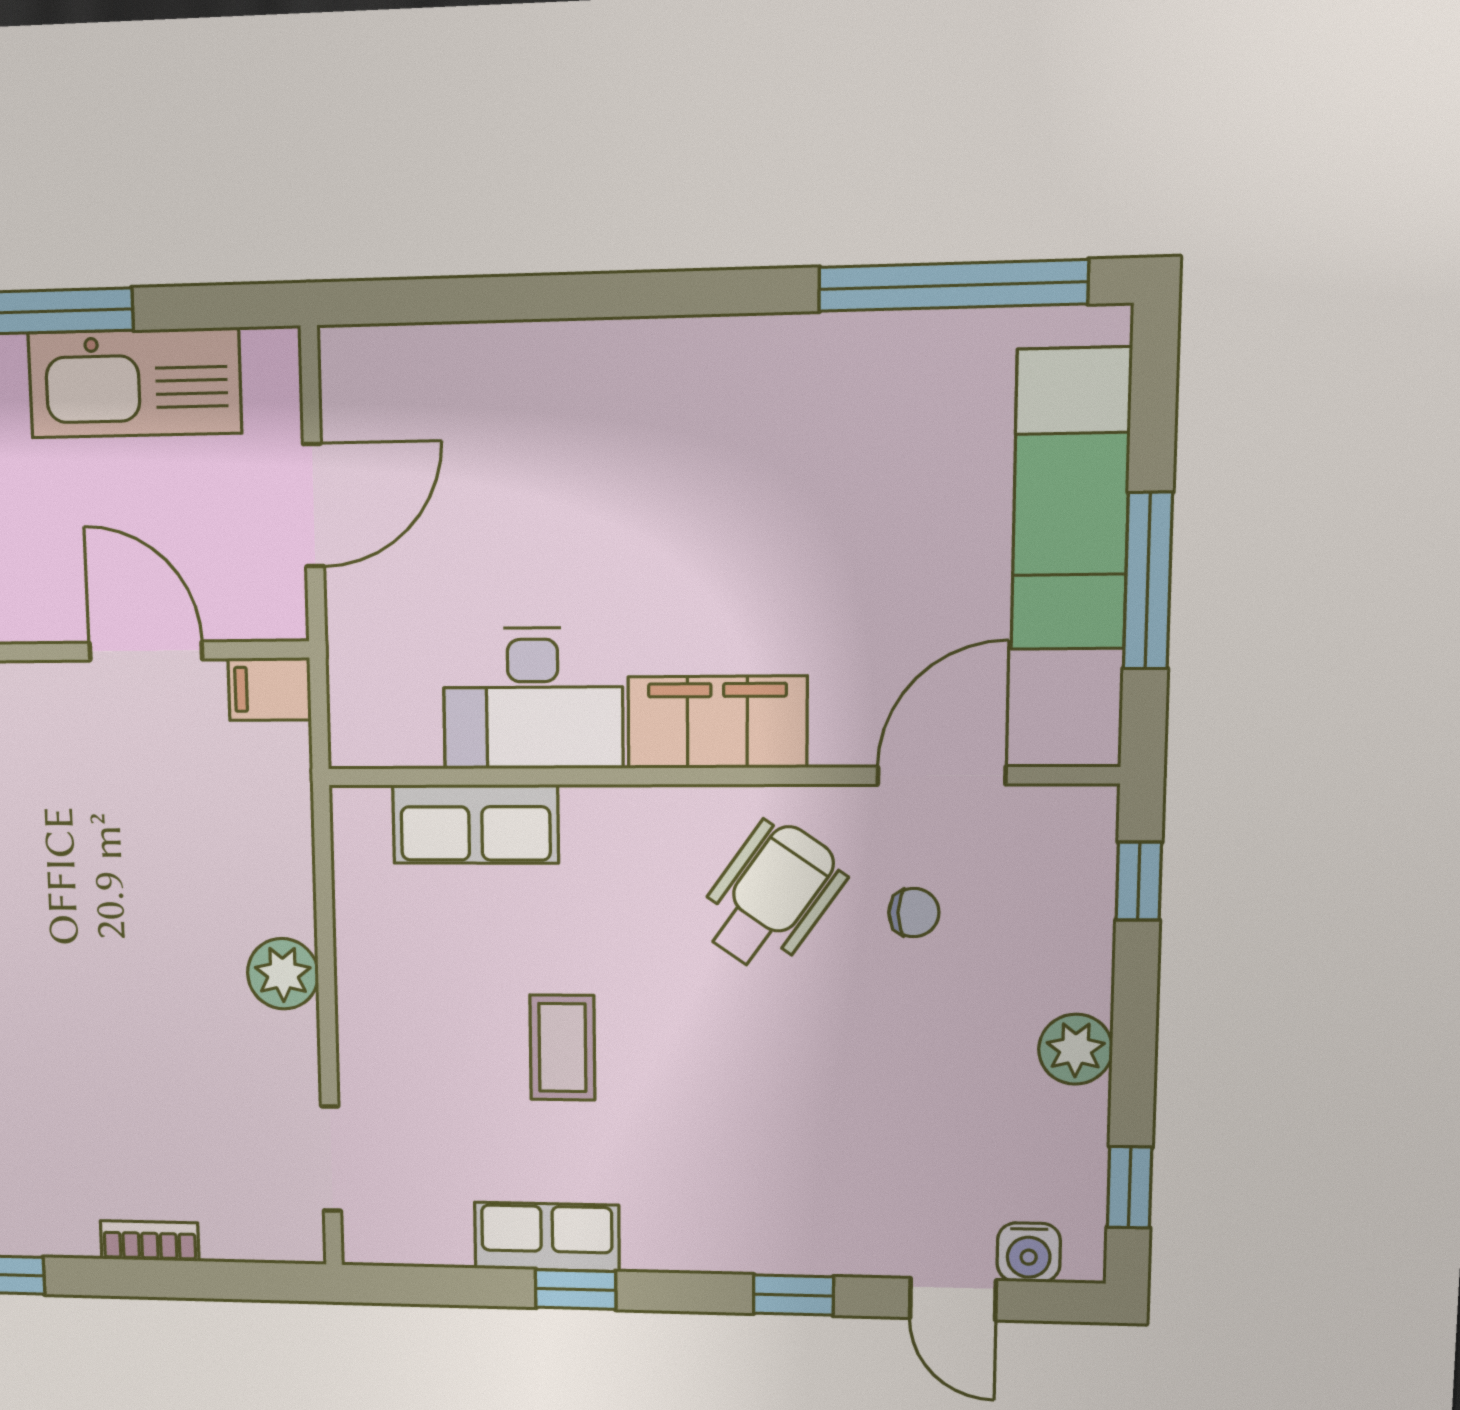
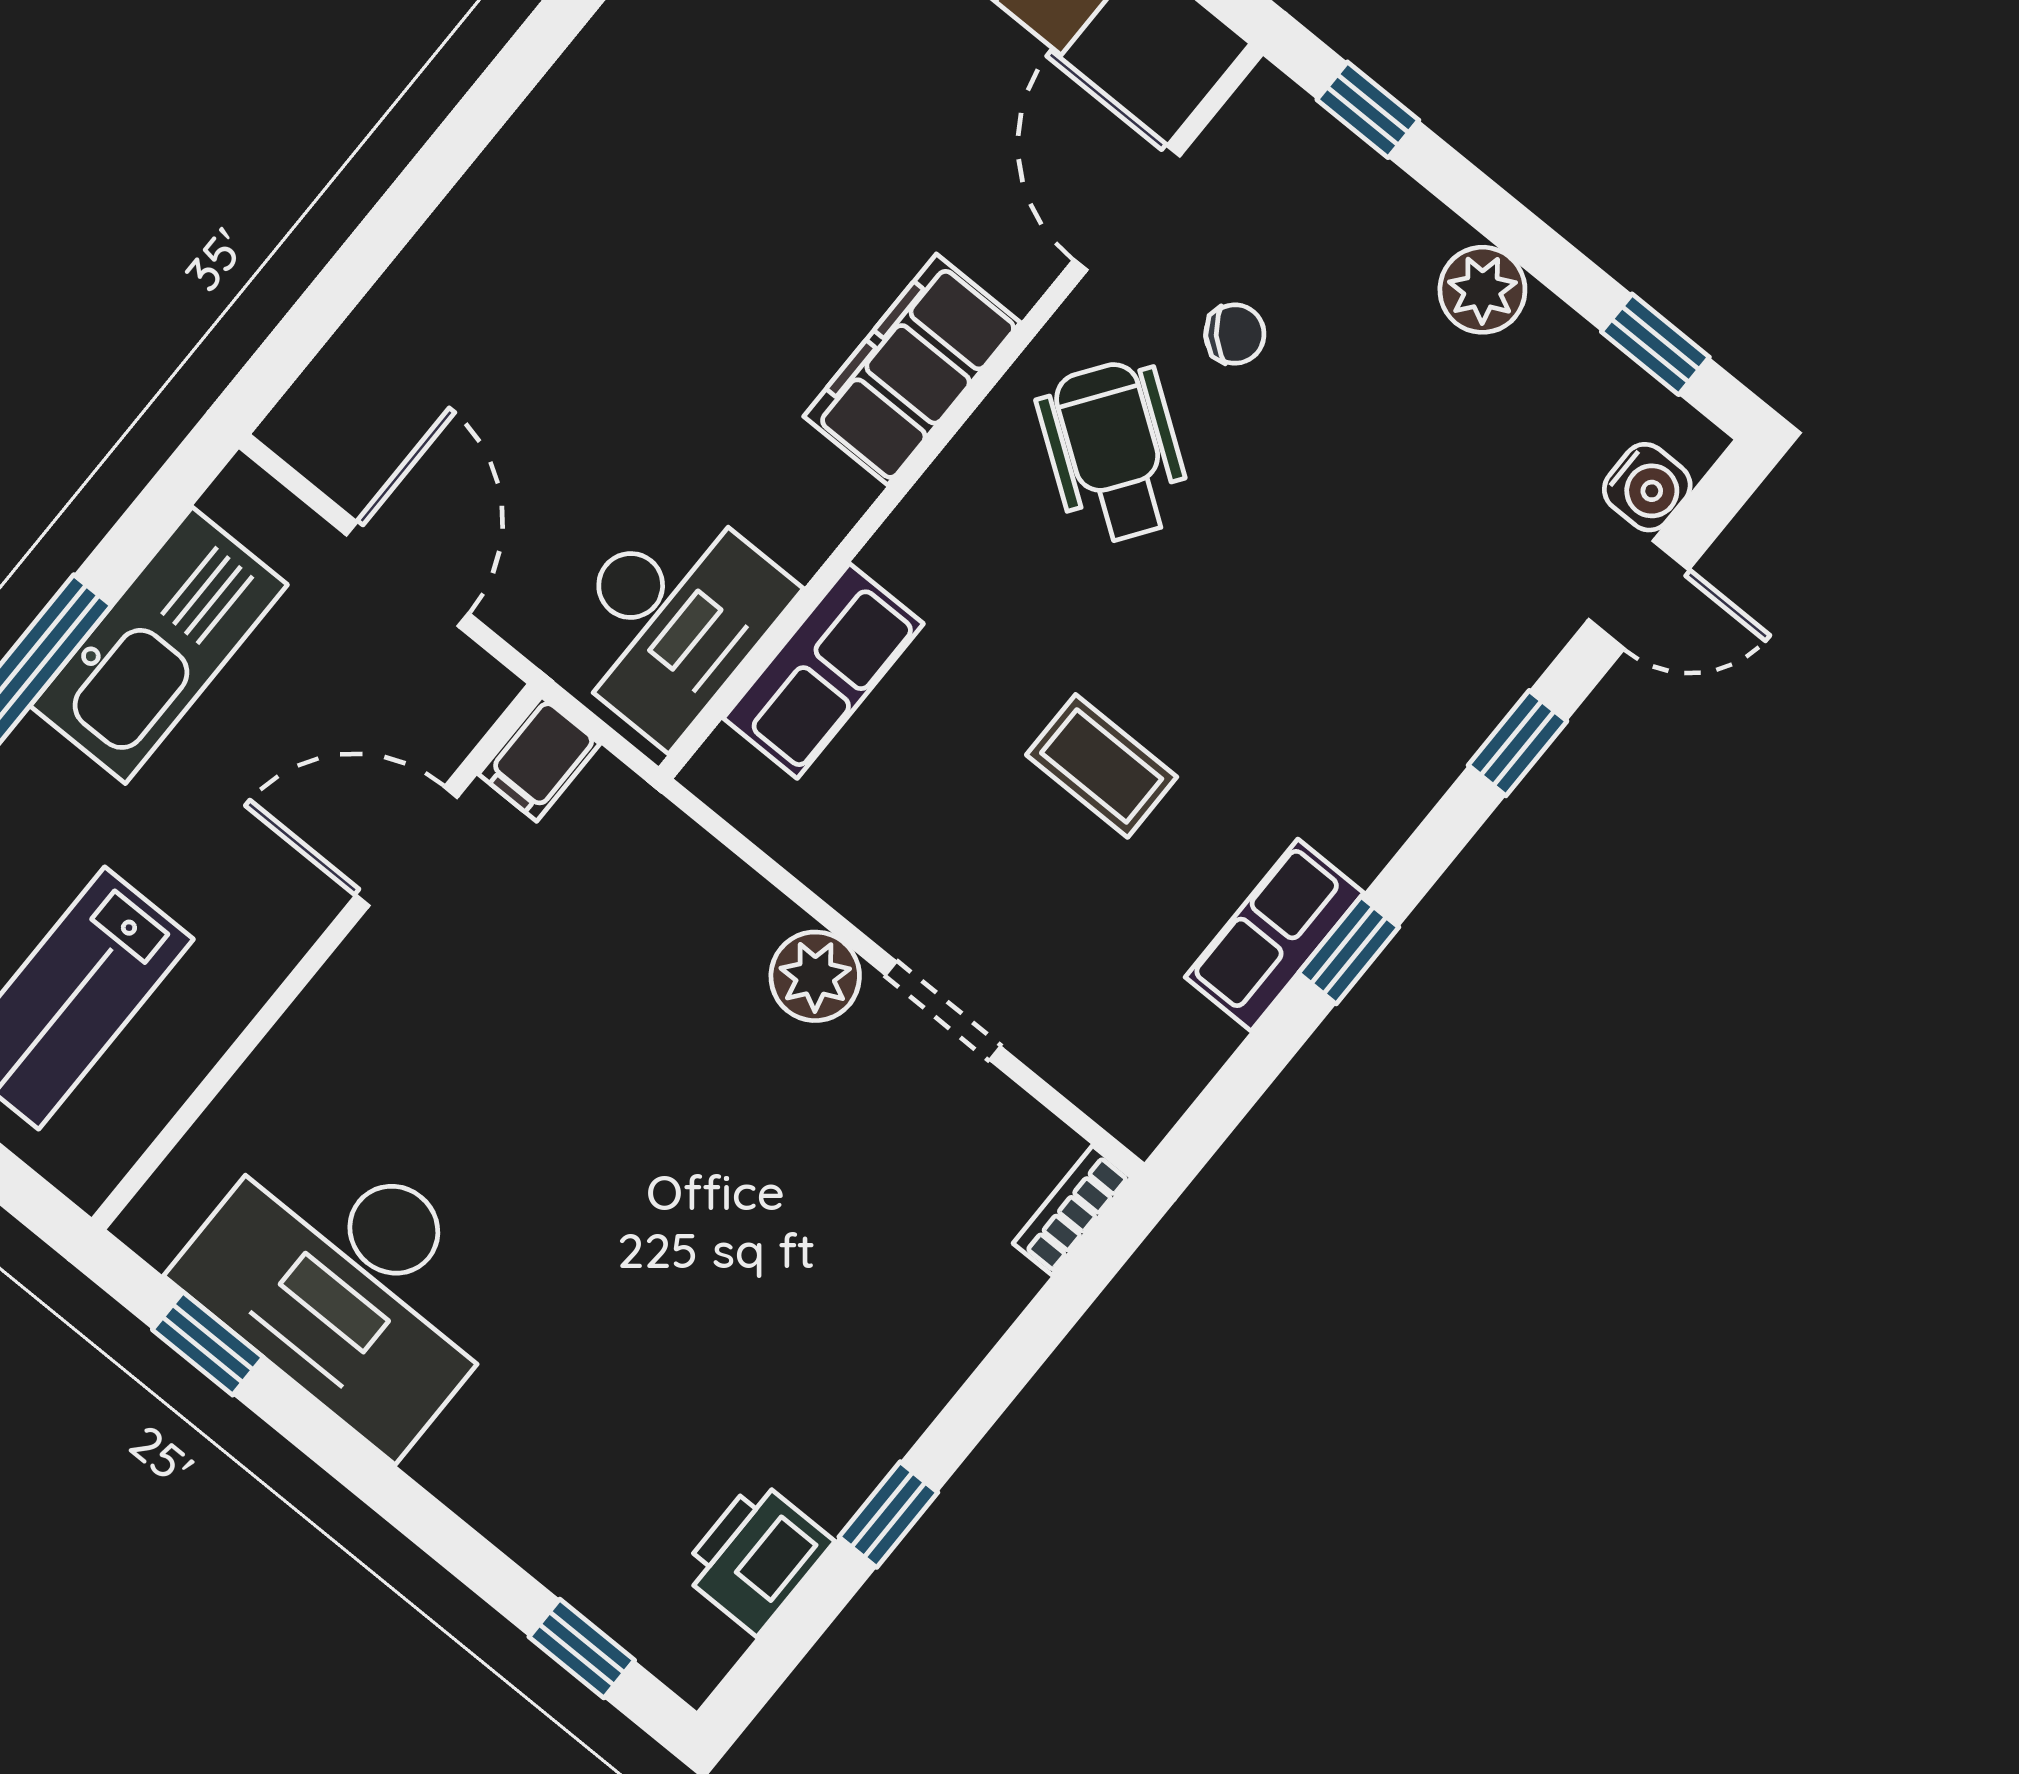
desk: (533, 699) -> (671, 618), moved
chair: (914, 913) -> (1235, 334), turned 47
doorway: (331, 1159) -> (943, 1011), moved
bookcase: (150, 1241) -> (1072, 1210), moved

